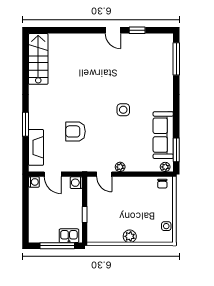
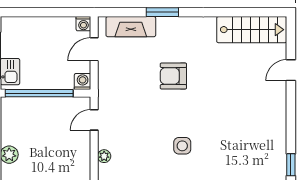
door: (113, 30) -> (291, 70), moved
armchair: (76, 131) -> (173, 76), moved, turned -90
plant: (120, 167) -> (104, 156), moved
window: (85, 214) -> (39, 93), width x3.17

